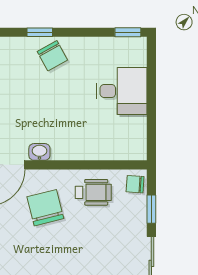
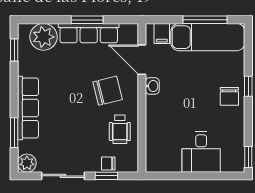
chair: (52, 56) -> (229, 96), turned -61
chair: (135, 184) -> (108, 164), moved, turned -94

